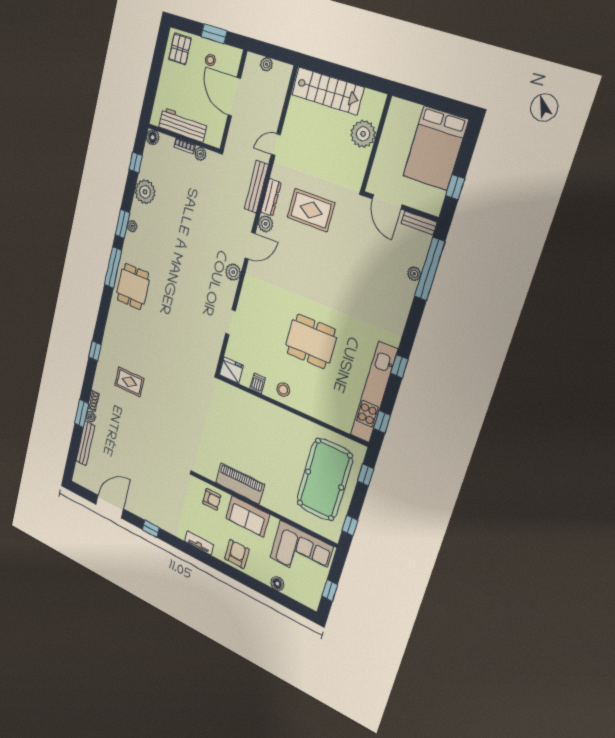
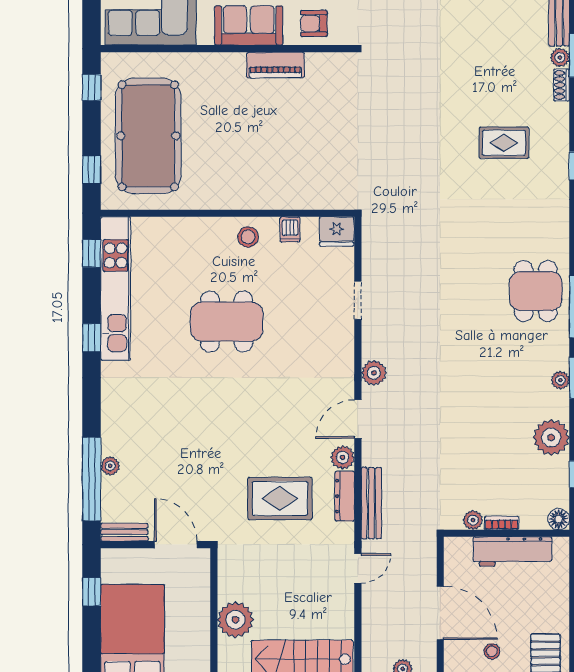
piano: (240, 484) -> (275, 65), width x0.73, depth x0.75

